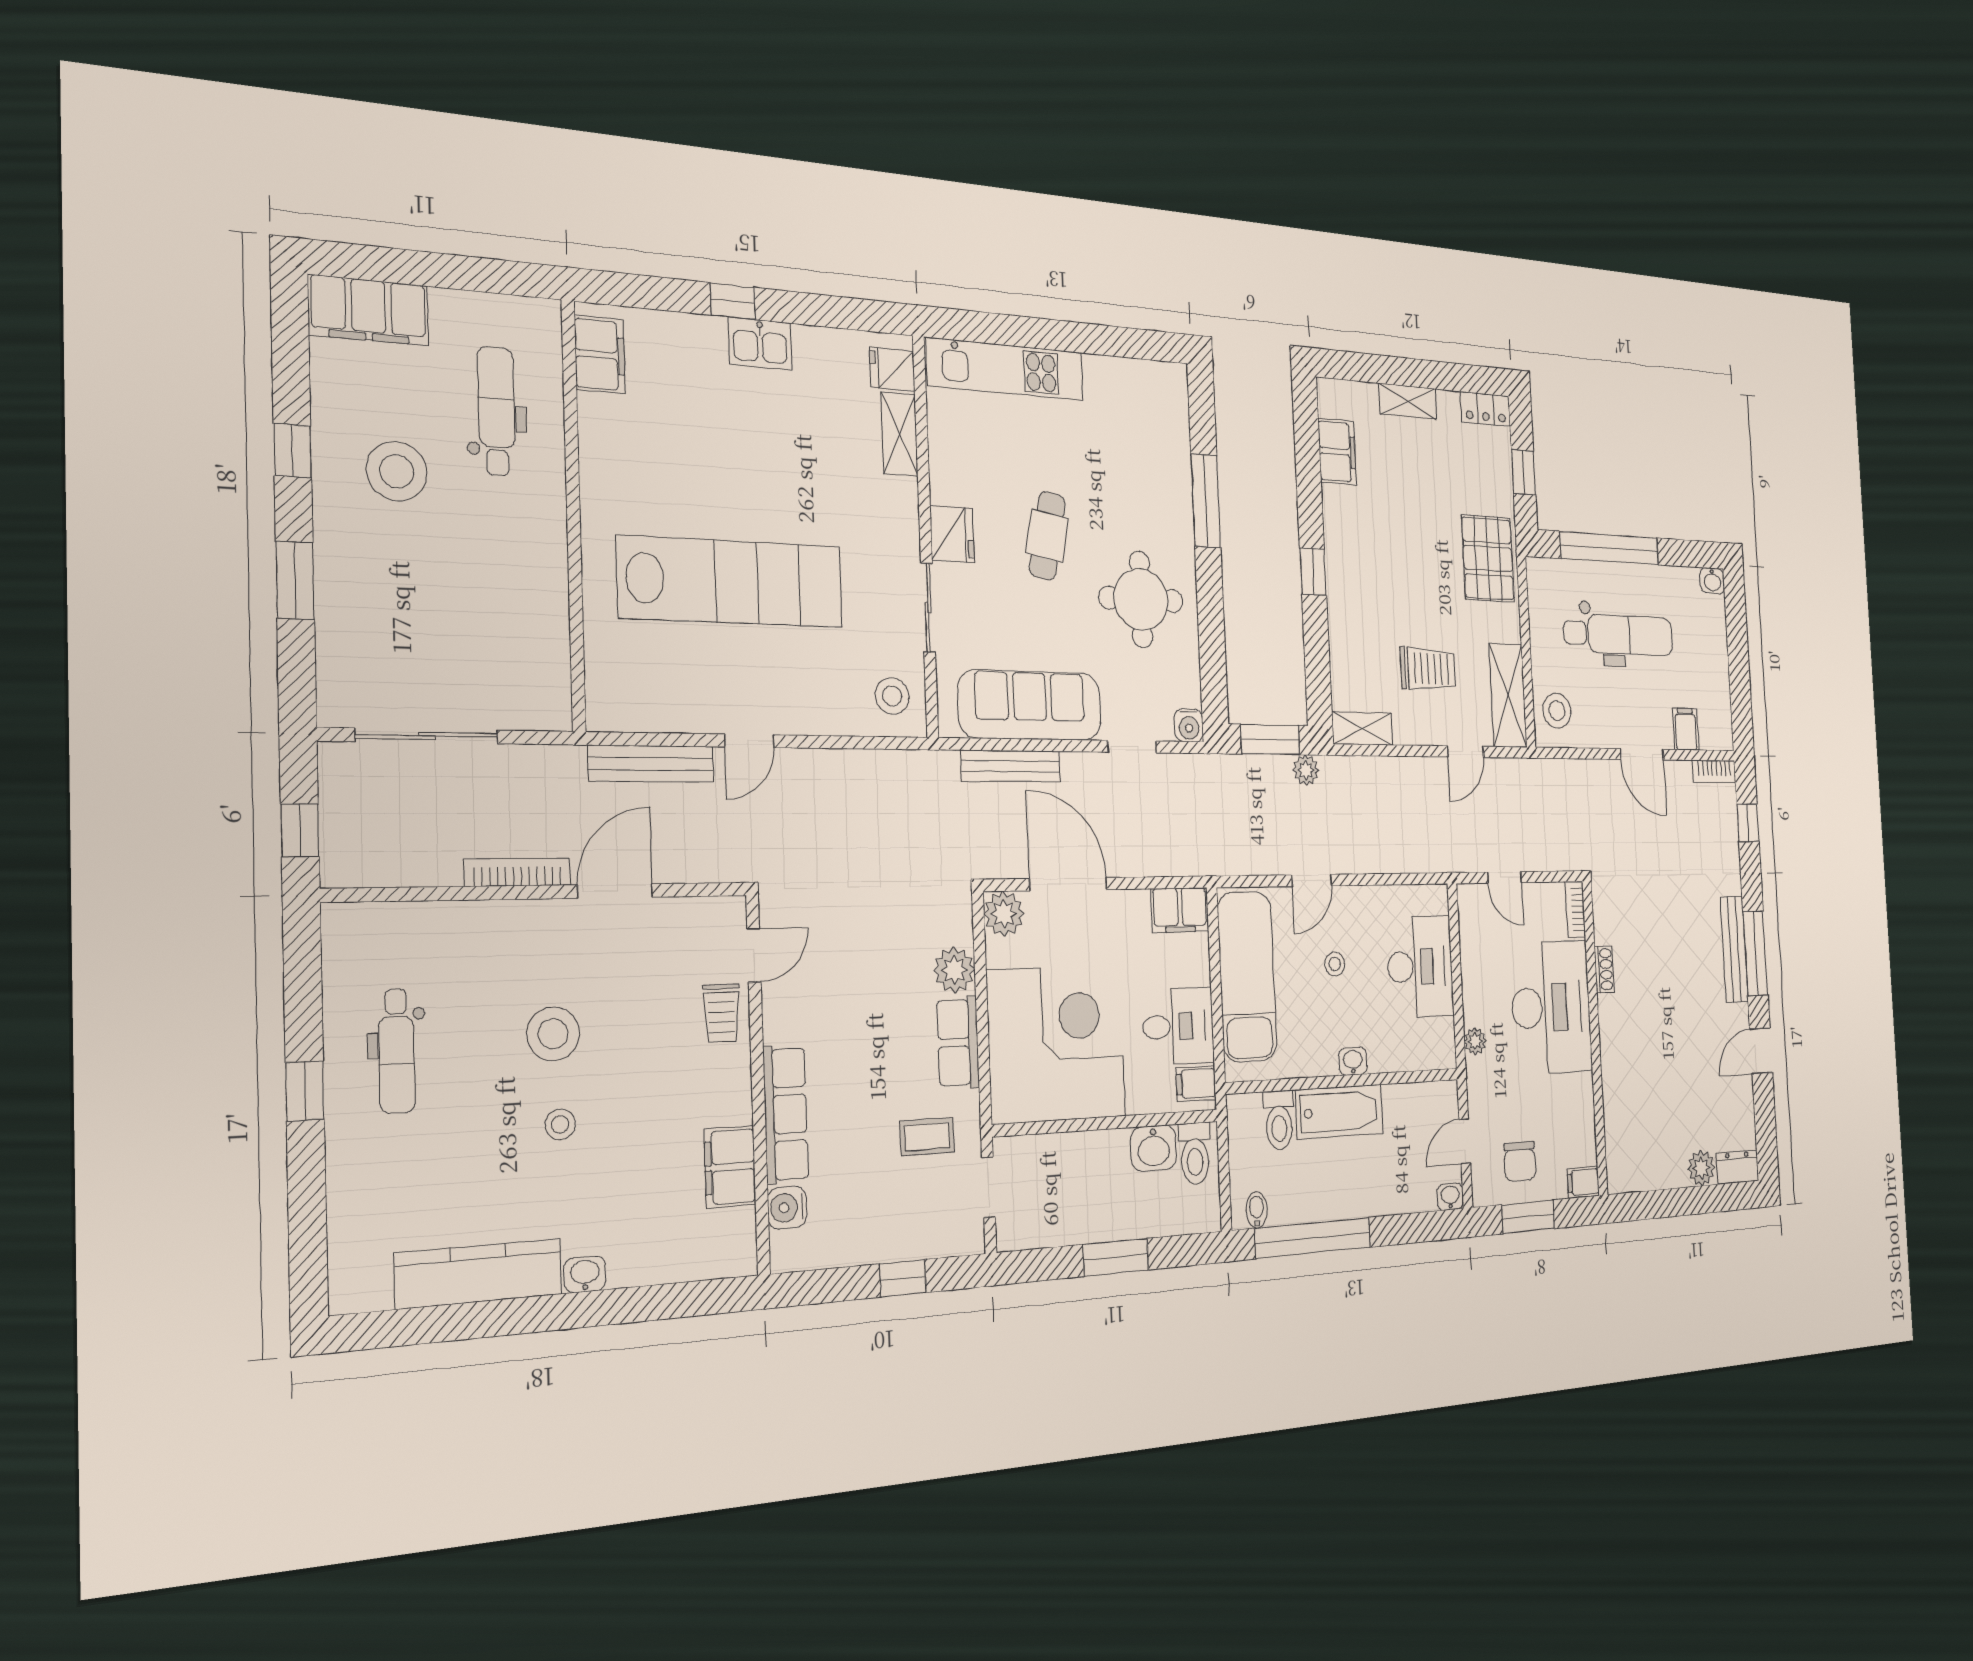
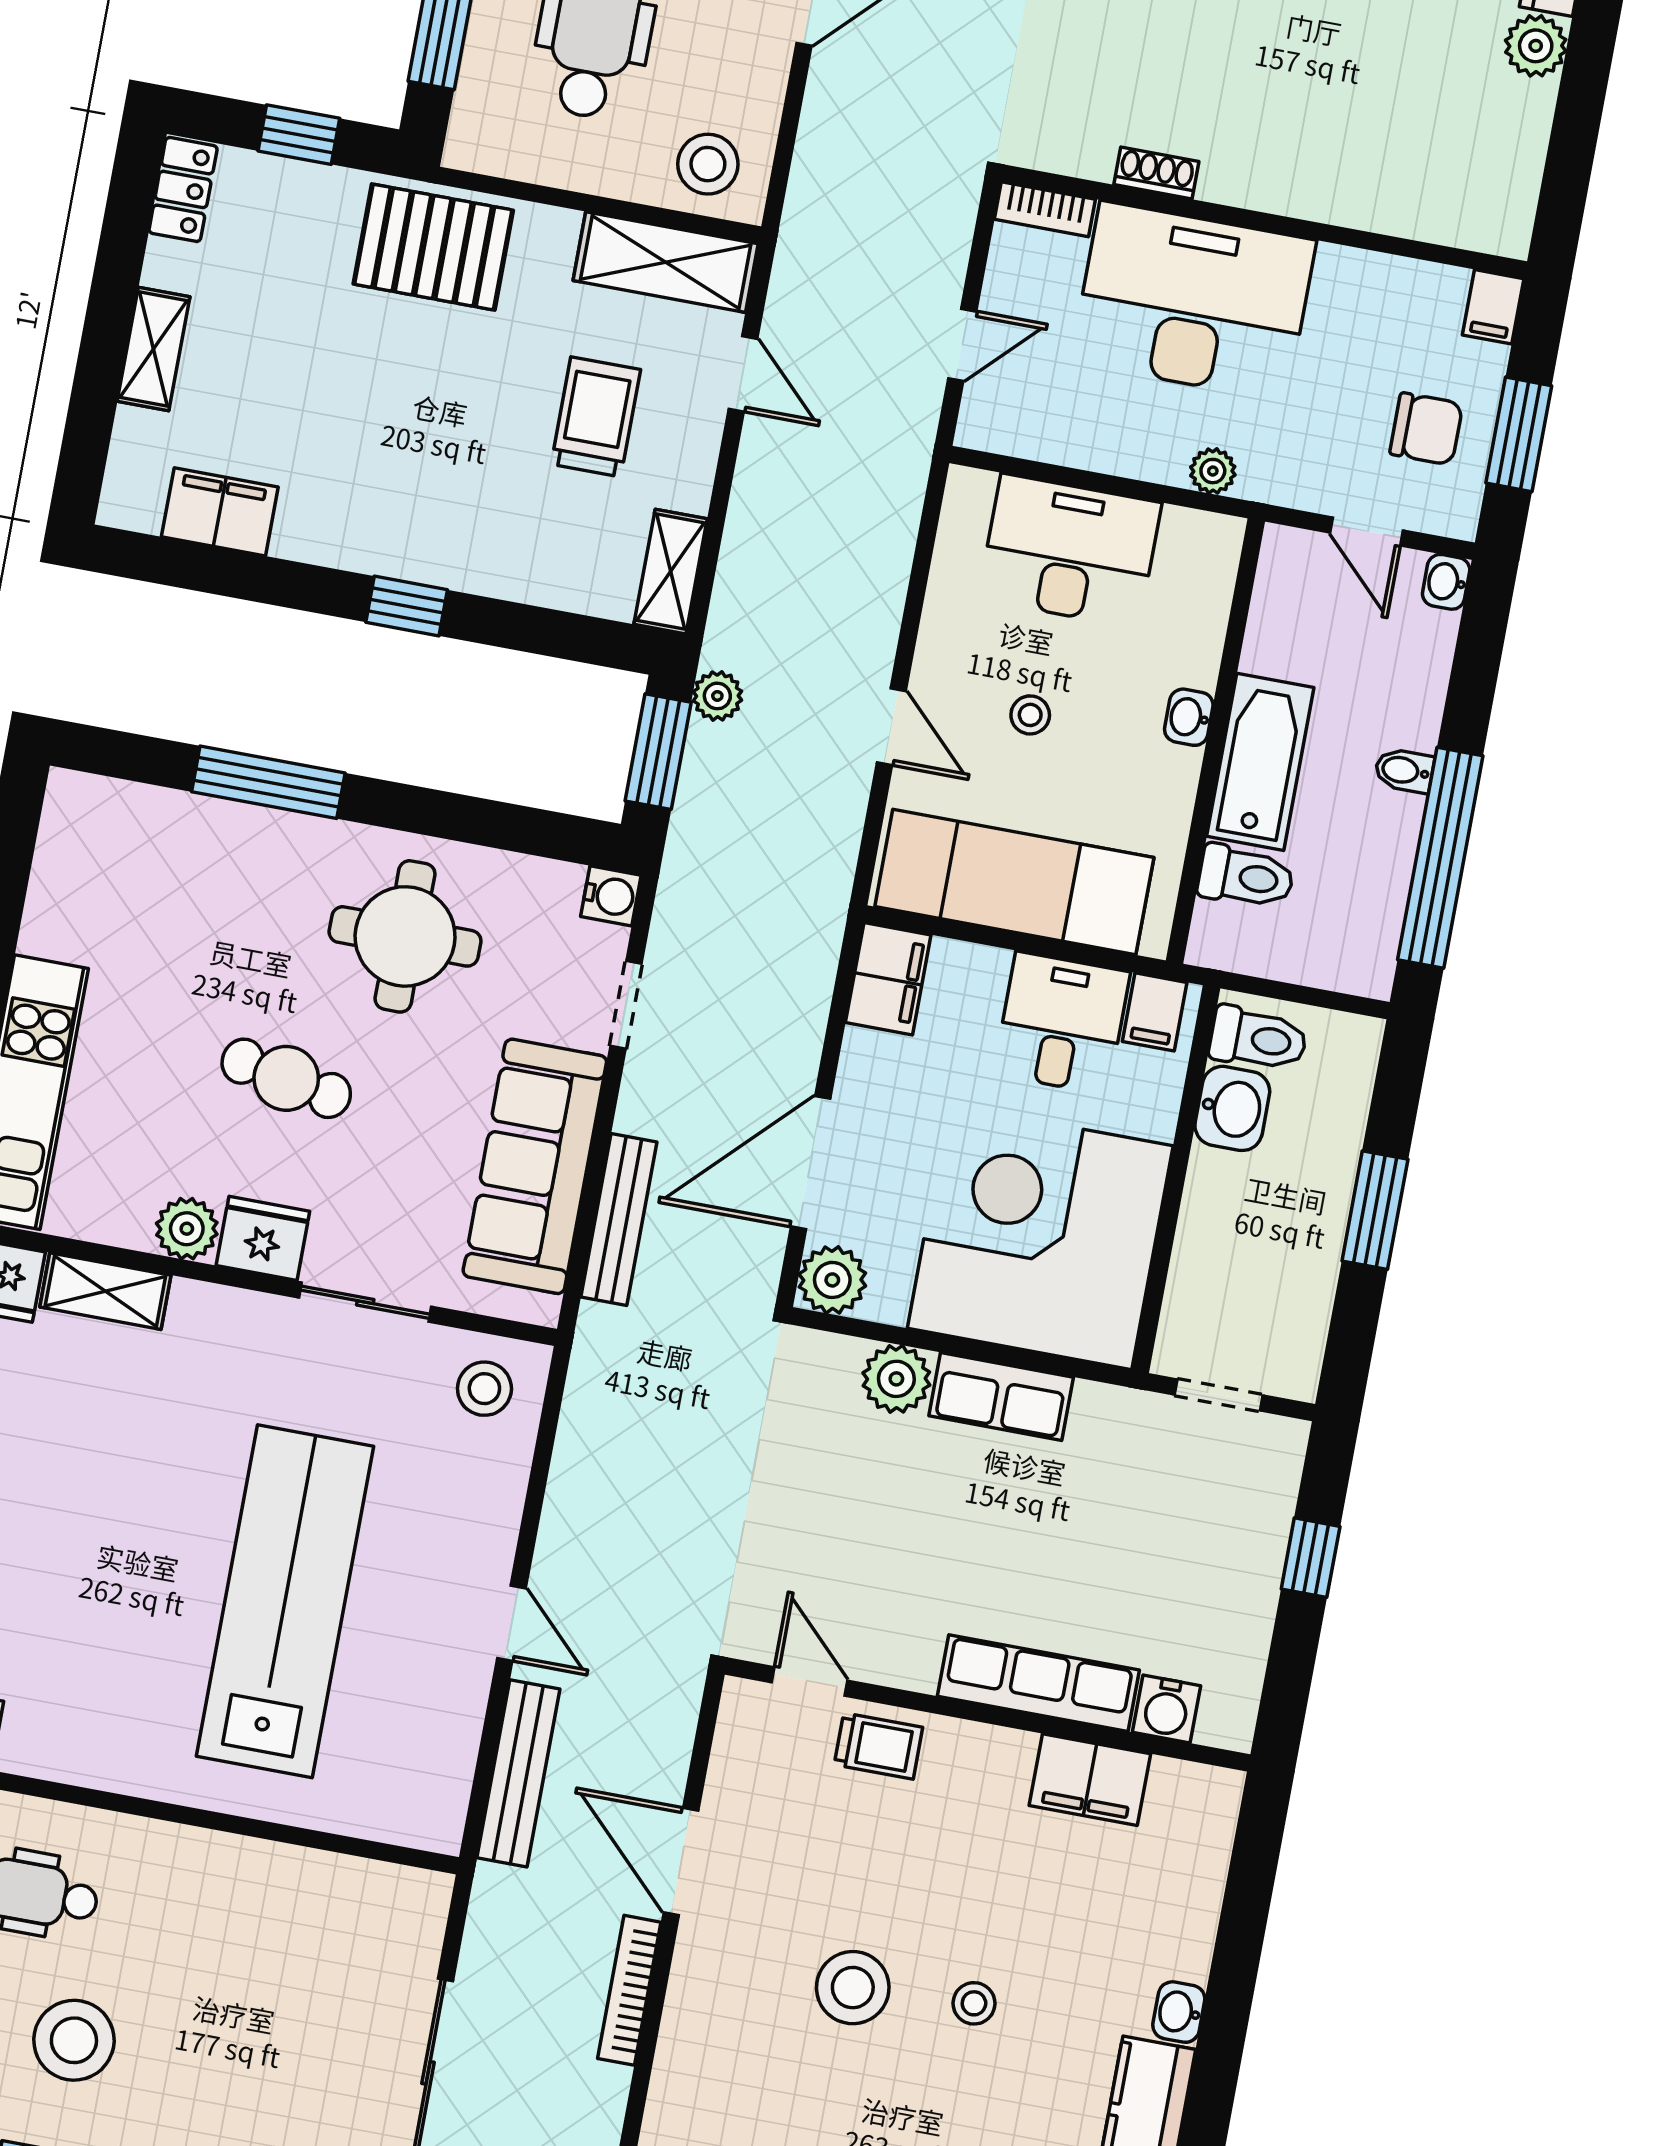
plant: (948, 483) -> (187, 1229), added
coffee table: (927, 1137) -> (1123, 1475), removed
bidet: (1257, 1210) -> (1404, 771), moved

